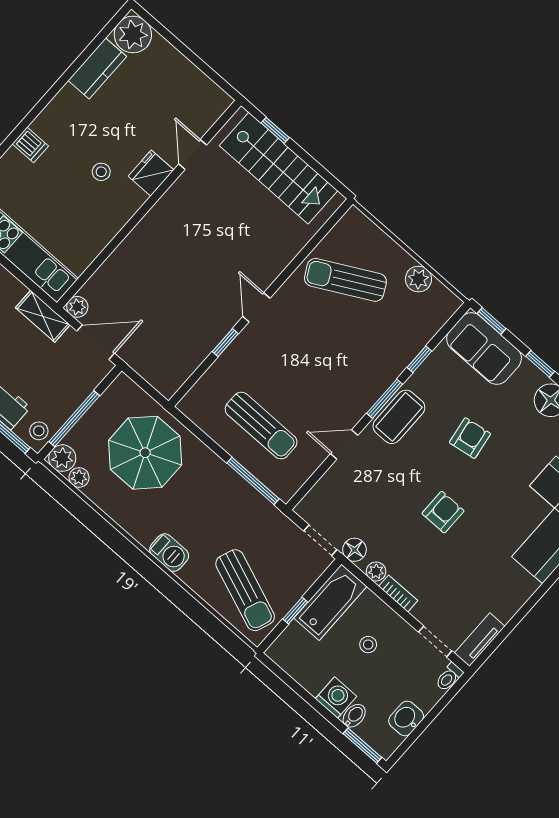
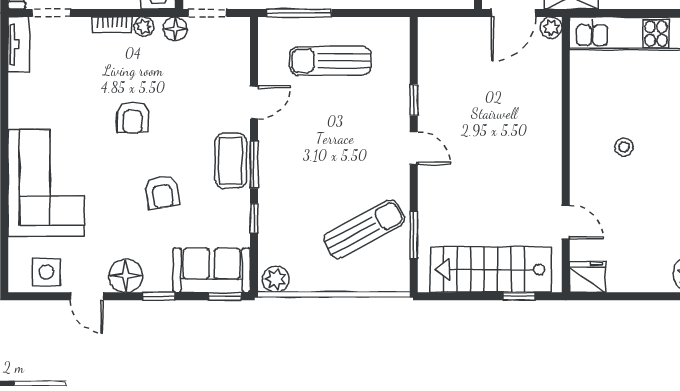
fridge: (151, 173) -> (587, 277), moved, turned -90
window: (313, 244) -> (414, 235), added
plant: (418, 279) -> (276, 279), moved

